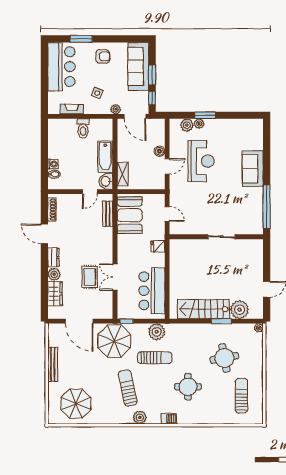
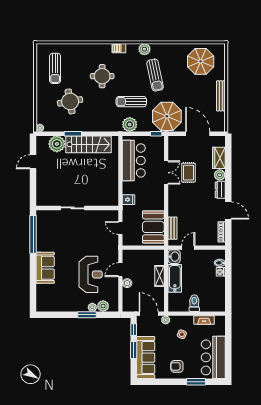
reception desk: (201, 161) -> (91, 274), turned 180
shelving: (123, 174) -> (159, 276), moved

